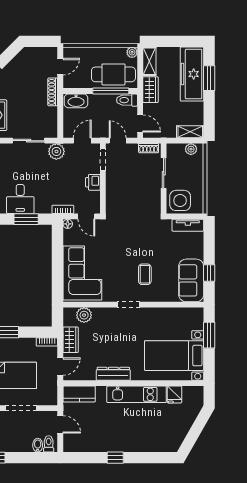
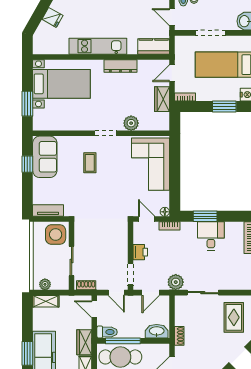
shoe rack: (53, 92) -> (179, 336), width x0.70
plant: (84, 315) -> (131, 123), moved
fridge: (174, 395) -> (52, 17), moved, turned 120

